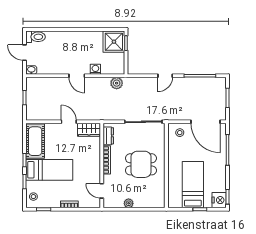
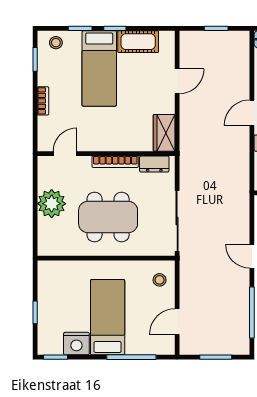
plant: (117, 83) -> (240, 177), removed
door: (69, 122) -> (177, 81), moved
door: (206, 122) -> (177, 322), width x0.53
cot: (35, 141) -> (138, 42), width x0.73, depth x0.75
dining table: (141, 164) -> (108, 217), width x1.37
bed: (193, 185) -> (108, 317), moved, turned -90
nightstand: (219, 200) -> (76, 344), moved
plant: (129, 203) -> (52, 204), width x1.87, depth x1.87

